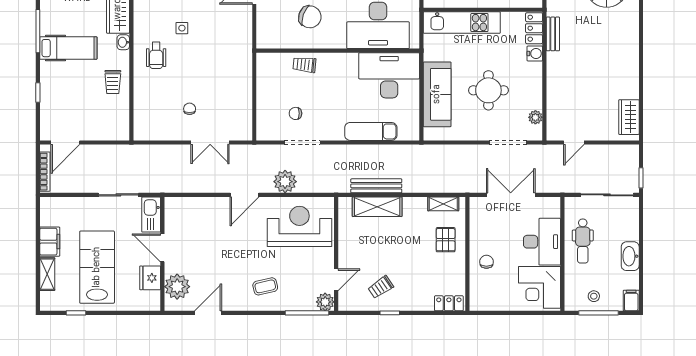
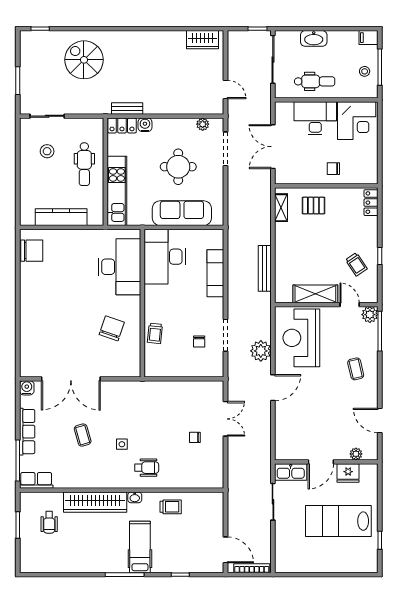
door: (244, 195) -> (273, 388), hinge flipped
shelving: (377, 207) -> (315, 294), moved, turned 90
filing cabinet: (50, 242) -> (315, 564), removed
washbasin: (630, 256) -> (314, 38), moved
shelving: (47, 274) -> (345, 566), removed
plant: (177, 287) -> (356, 454), width x0.53, depth x0.53

